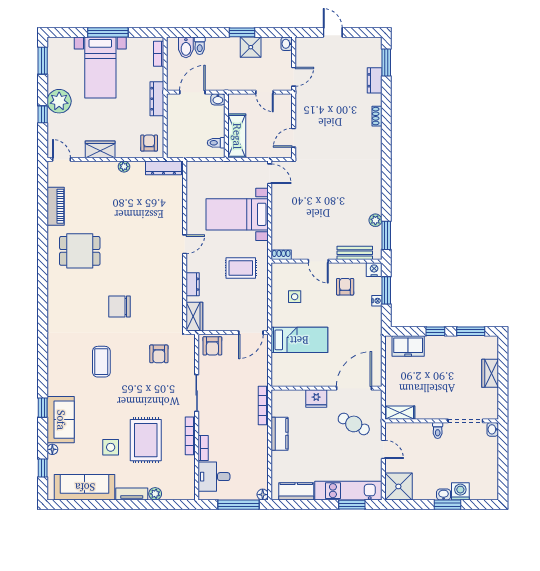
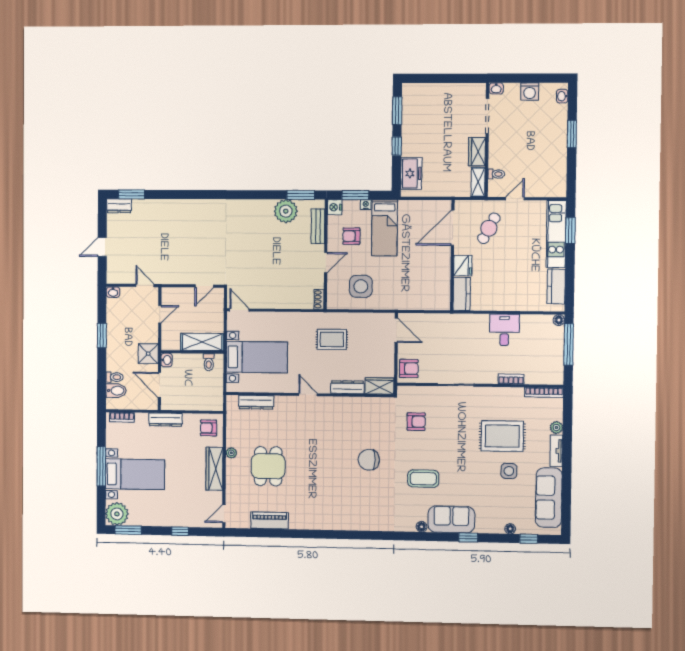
shower: (251, 47) -> (148, 354), moved
dresser: (375, 80) -> (119, 206), moved
plant: (59, 101) -> (117, 514), moved
shoe rack: (377, 116) -> (184, 204), removed
door: (294, 138) -> (204, 286), hinge flipped
wardrobe: (100, 149) -> (214, 469), width x1.50
dresser: (163, 168) -> (256, 402), moved, turned 90
door: (270, 174) -> (239, 310), hinge flipped
bed with nightstands: (237, 214) -> (257, 357), moved, turned -90
plant: (375, 220) -> (286, 211), width x1.87, depth x1.87
dining table: (80, 251) -> (268, 466), moved
rug: (241, 268) -> (332, 339), turned 90
dresser: (193, 284) -> (347, 387), width x1.44
side table: (295, 297) -> (361, 286), width x1.87, depth x1.87
chair: (119, 307) -> (369, 460), turned 90
bed: (299, 340) -> (385, 228), moved, turned 180
floor lamp: (53, 361) -> (422, 527), added
wardrobe: (490, 373) -> (477, 152), moved, turned 90
door: (354, 388) -> (453, 228), hinge flipped
bookcase: (263, 406) -> (469, 319), removed
sofa: (61, 420) -> (451, 519), moved
toilet: (438, 430) -> (496, 174), moved
kitchen counter: (280, 434) -> (462, 294), moved, turned 90
bookcase: (190, 436) -> (544, 392), moved
desk: (214, 477) -> (504, 330), moved, turned 180
shower: (398, 486) -> (553, 184), removed
washing machine: (460, 491) -> (530, 92), moved, turned -90
washbasin: (444, 494) -> (562, 96), moved

